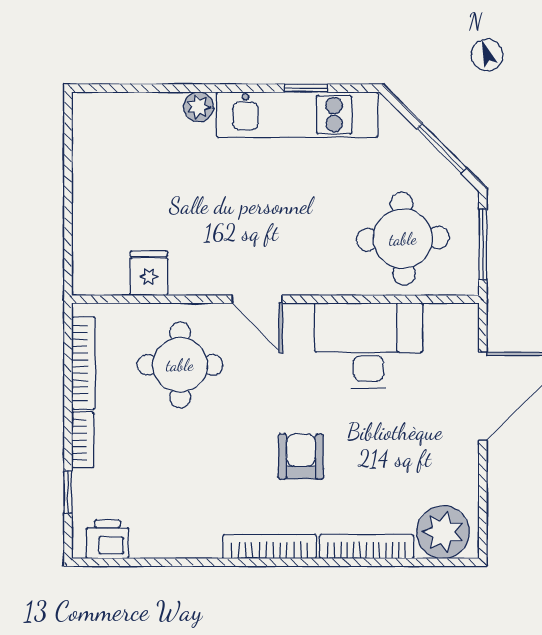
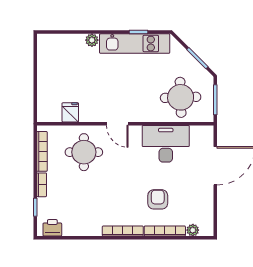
armchair: (301, 456) -> (158, 199), moved
plant: (443, 532) -> (193, 230), width x0.53, depth x0.53

